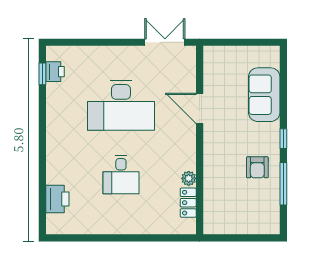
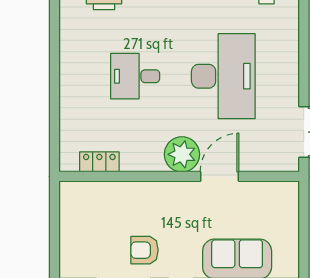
desk: (121, 105) -> (223, 76), turned 180
plant: (189, 178) -> (182, 154), moved, width x1.87, depth x1.87

